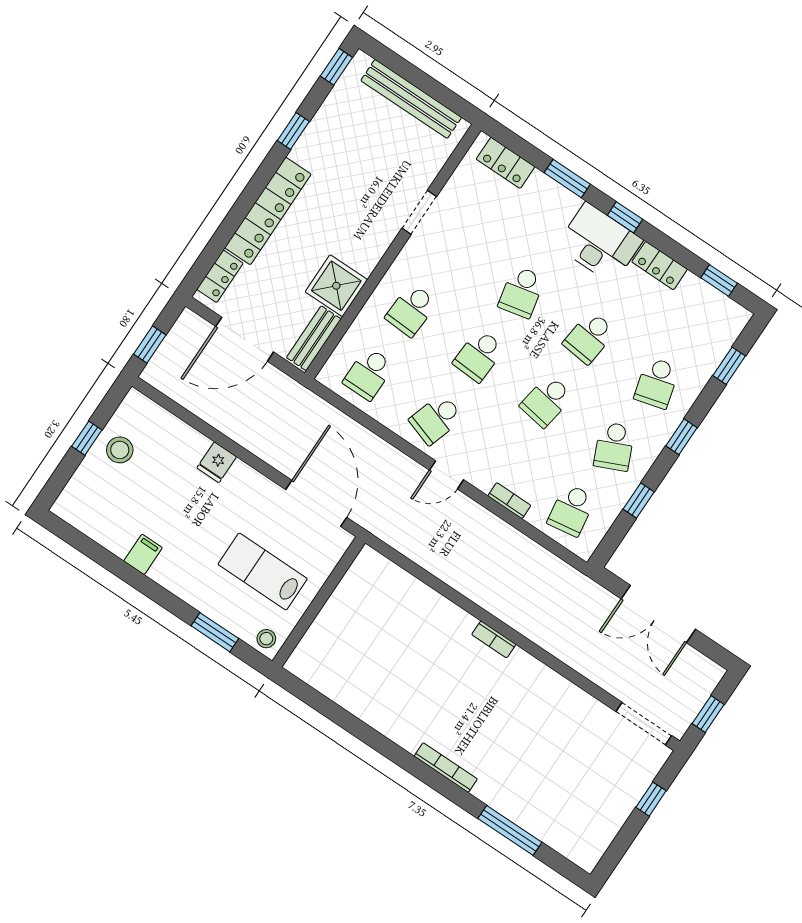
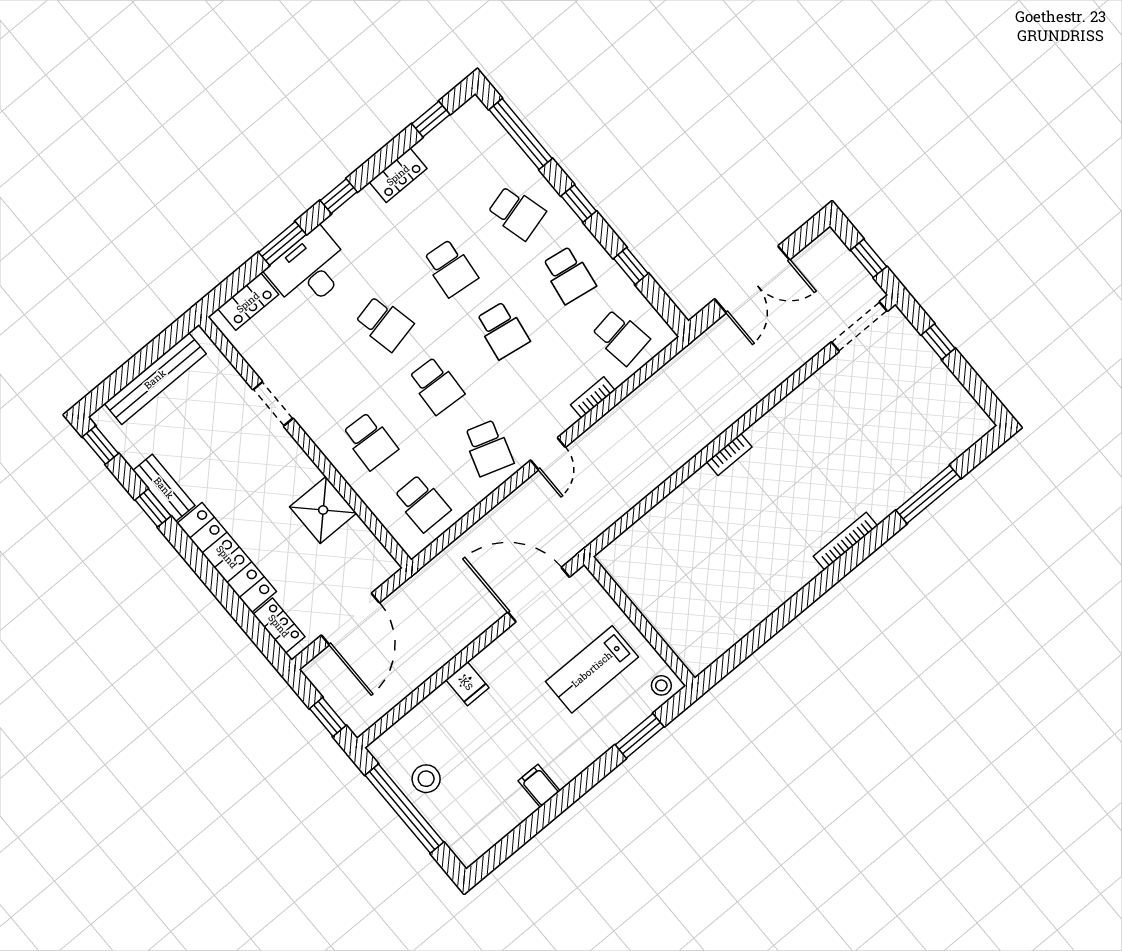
desk: (600, 243) -> (310, 270), moved
bench: (314, 338) -> (164, 488), moved
window: (729, 366) -> (521, 134), width x2.17
window: (87, 438) -> (404, 809), width x3.17
school desk: (614, 446) -> (569, 275), turned 33

